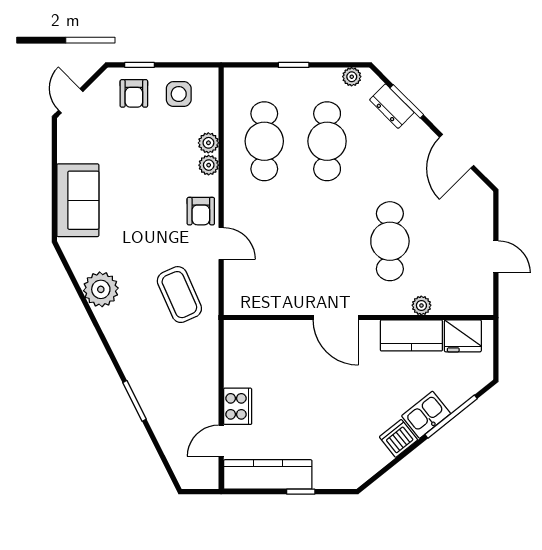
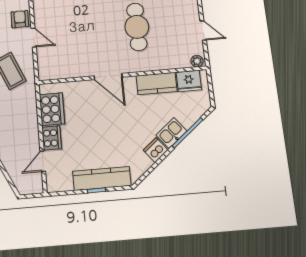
armchair: (201, 211) -> (20, 19), turned 180
plant: (421, 305) -> (197, 61), moved
cooker: (242, 361) -> (52, 109), added
kitchen counter: (268, 474) -> (102, 178), moved

